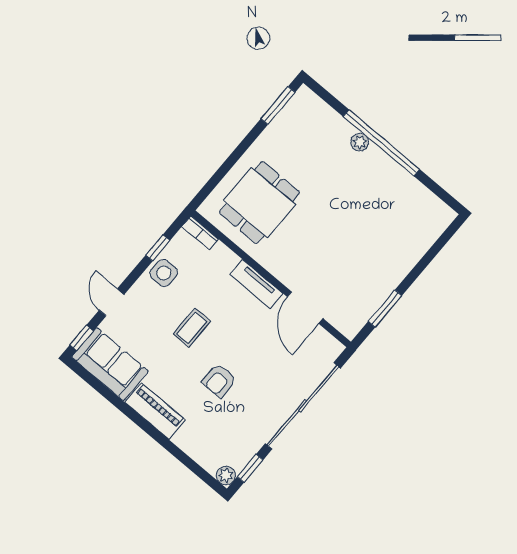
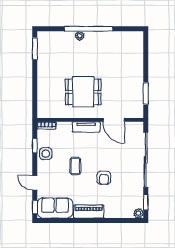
dining table: (259, 203) -> (83, 92), moved, turned 90

